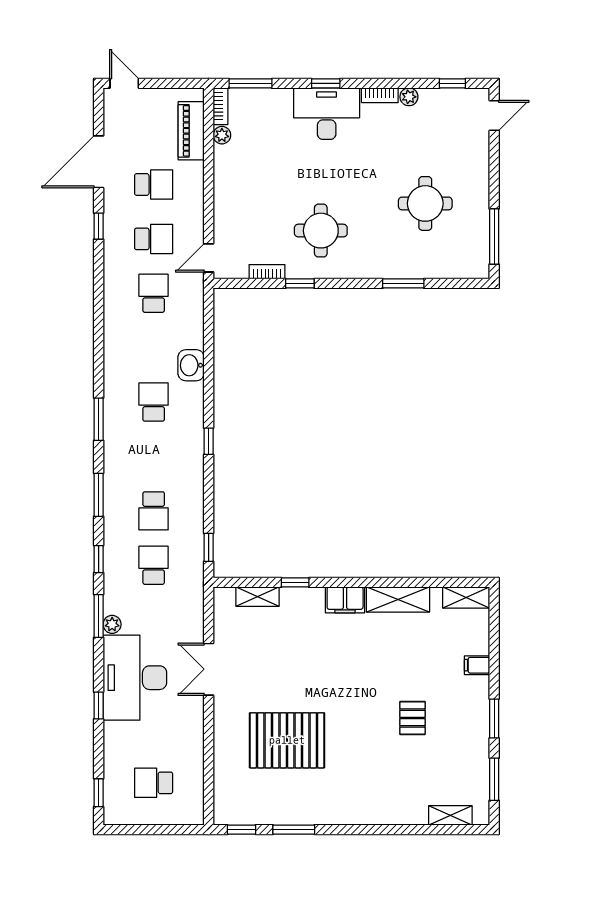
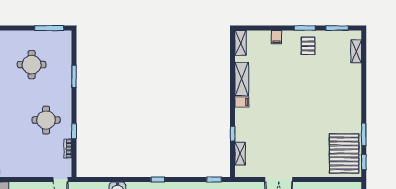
filing cabinet: (345, 600) -> (242, 102), width x0.50
pallet: (412, 718) -> (308, 46), moved, turned 90
pallet: (287, 740) -> (344, 153), moved

